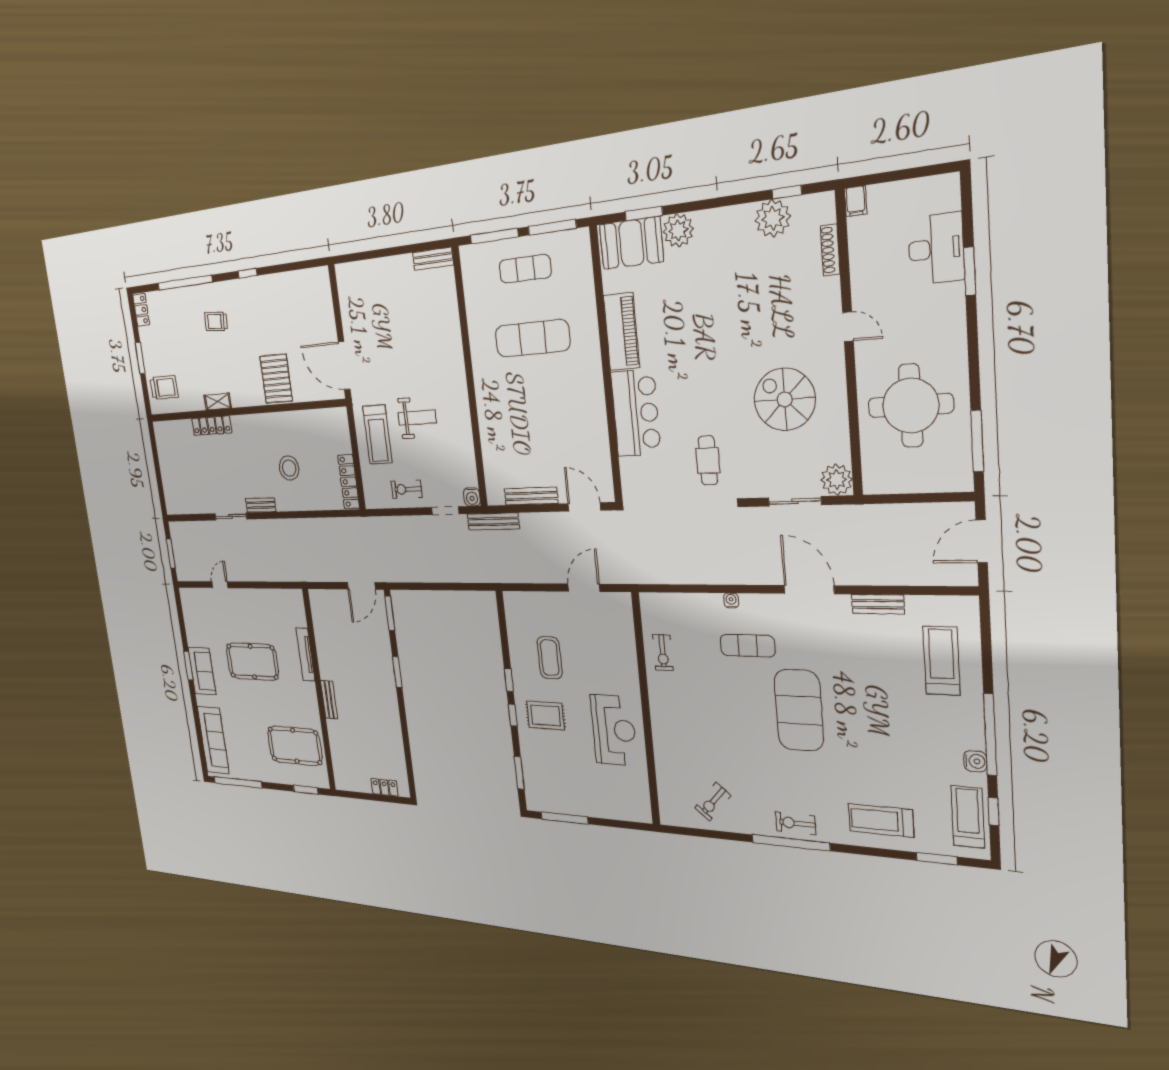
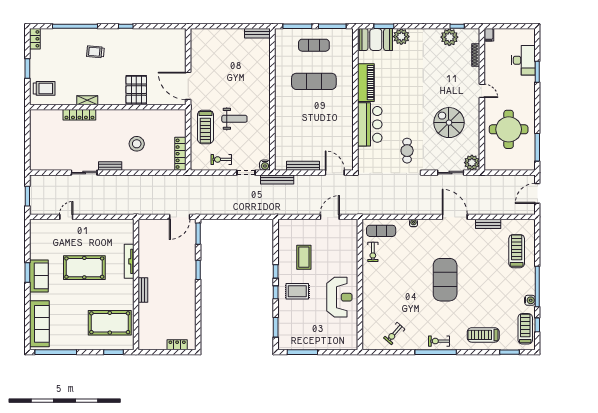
exercise mat: (748, 646) -> (381, 231), moved

